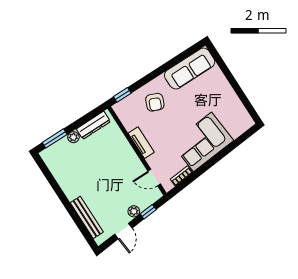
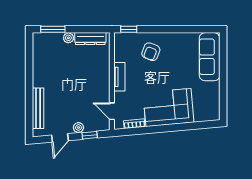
sofa: (190, 69) -> (210, 57), moved, turned 90

